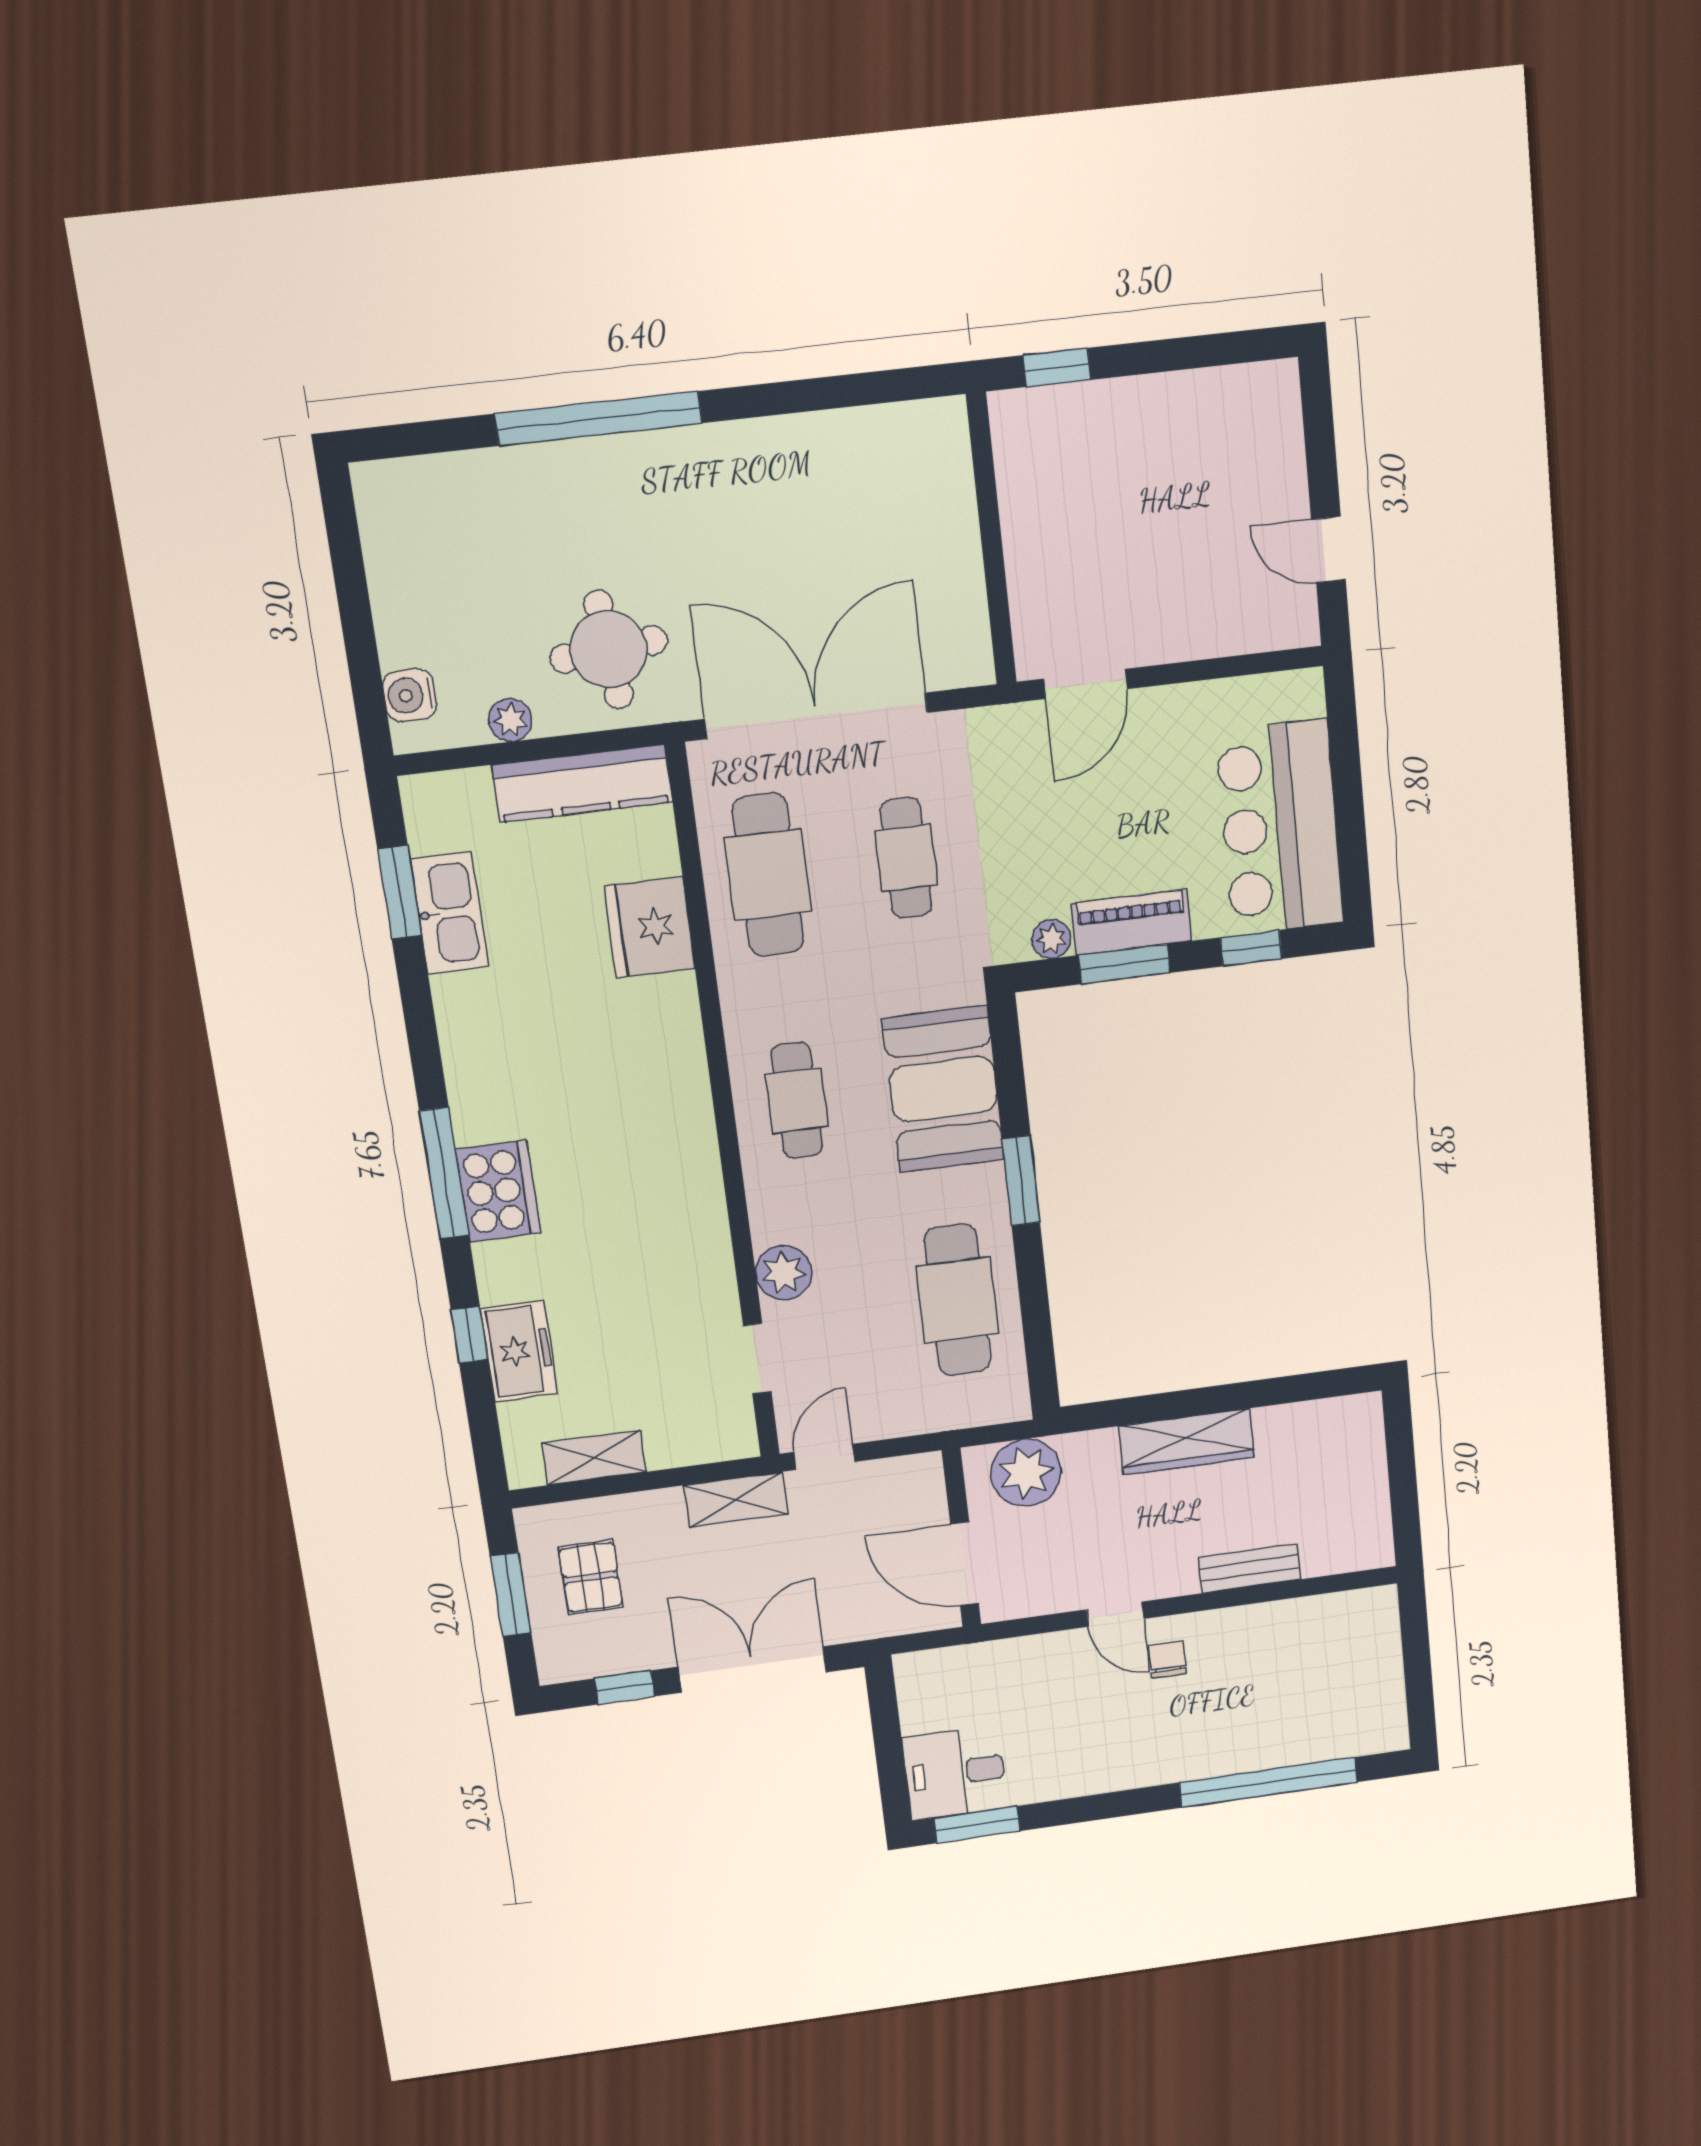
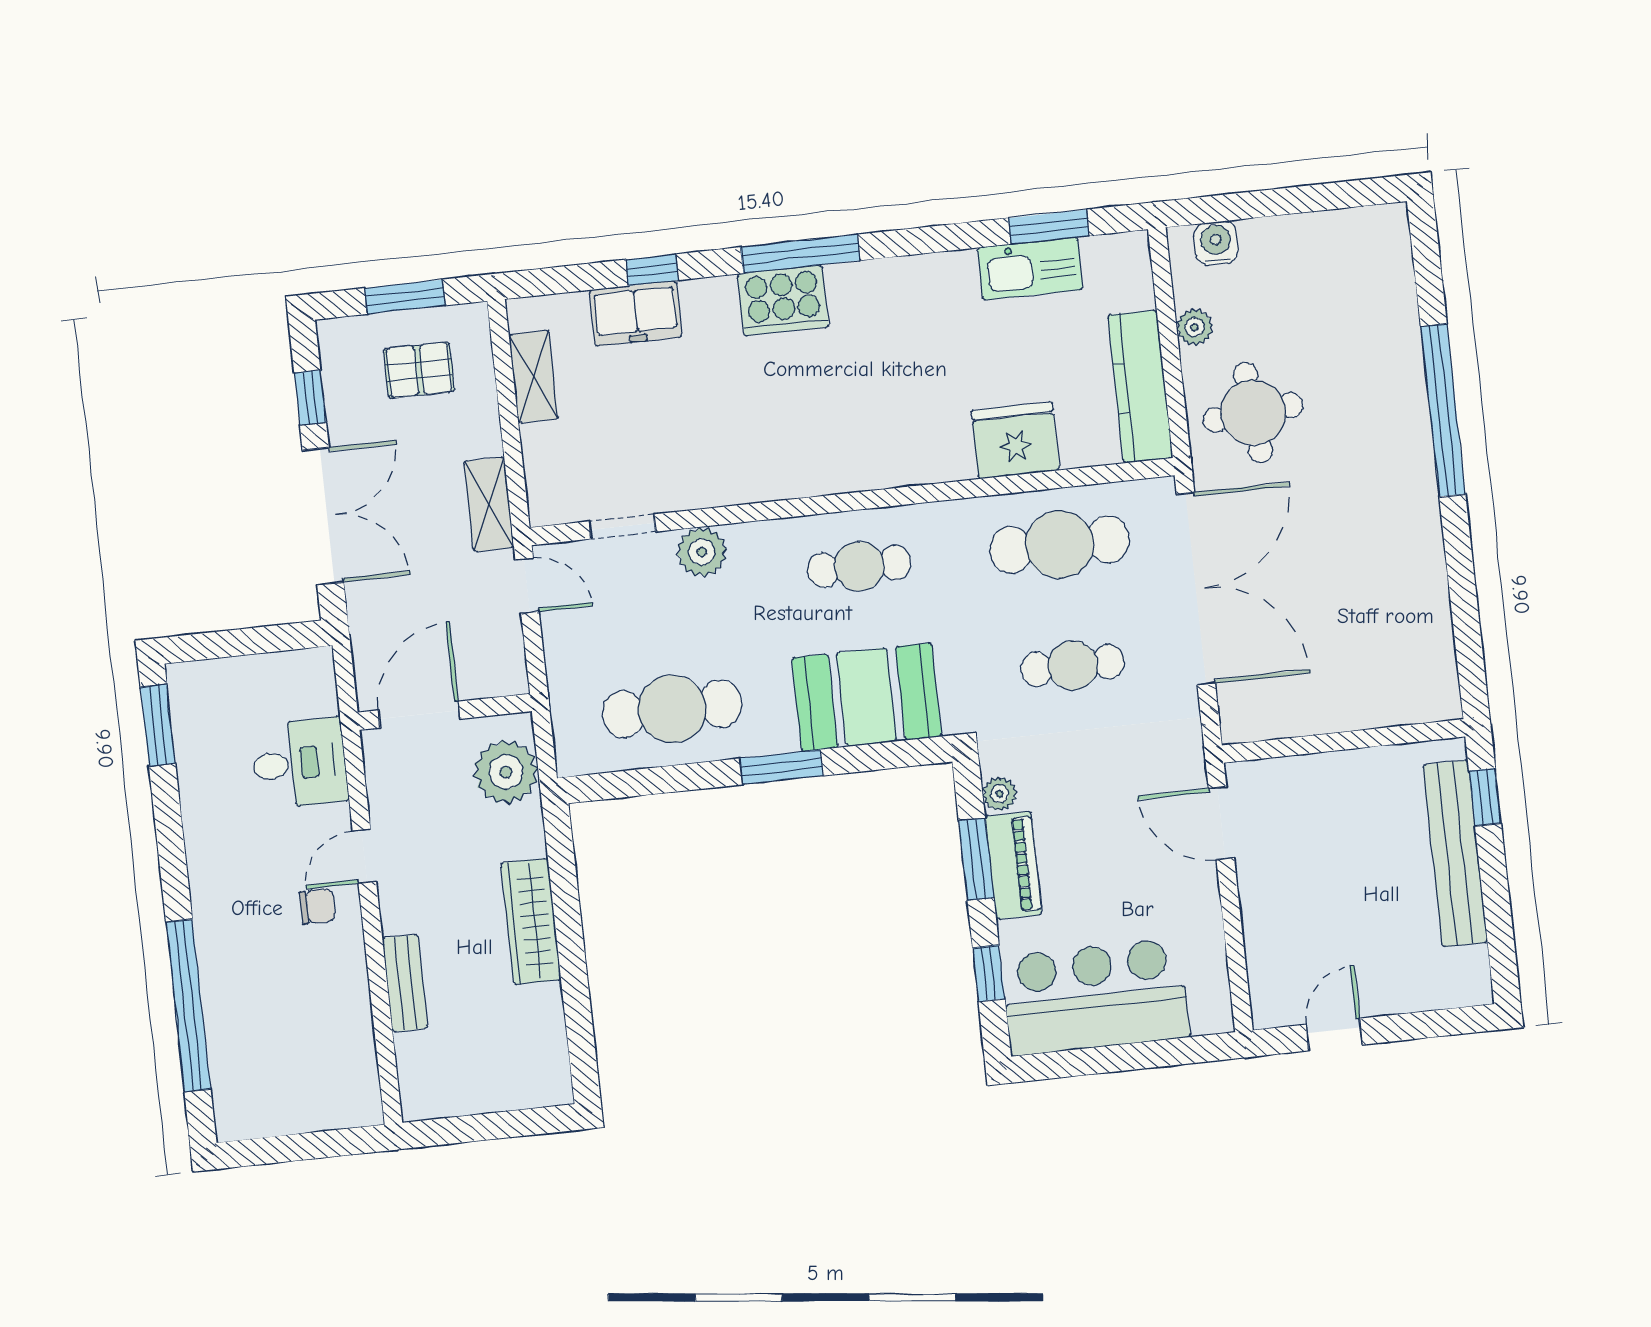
bench: (1123, 404) -> (1455, 853), added
desk: (955, 1773) -> (299, 763), moved, turned 90

